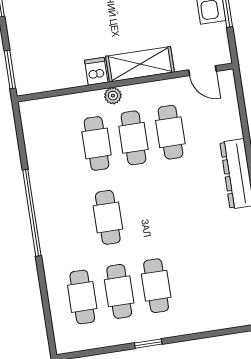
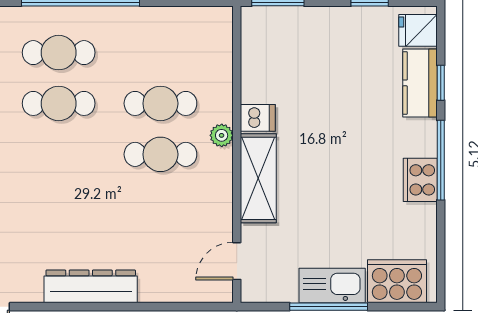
cafe table: (170, 132) -> (59, 53), moved

